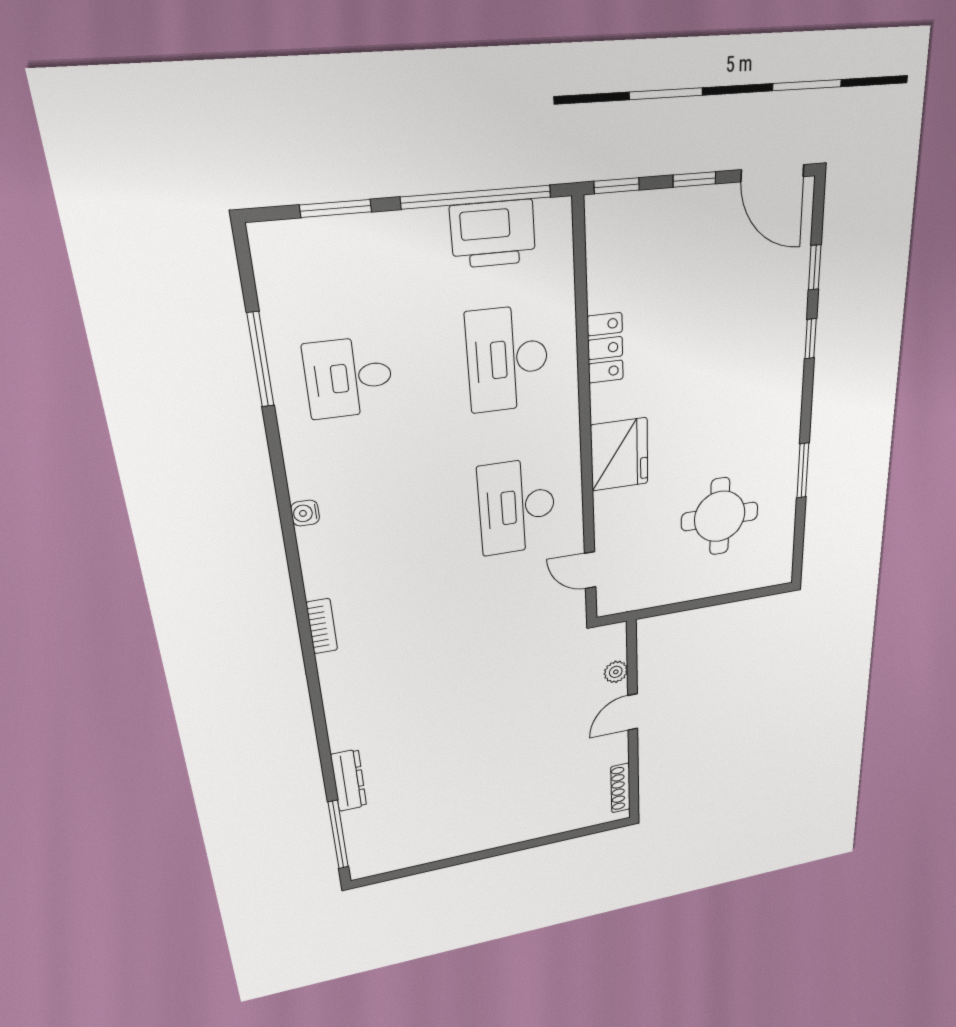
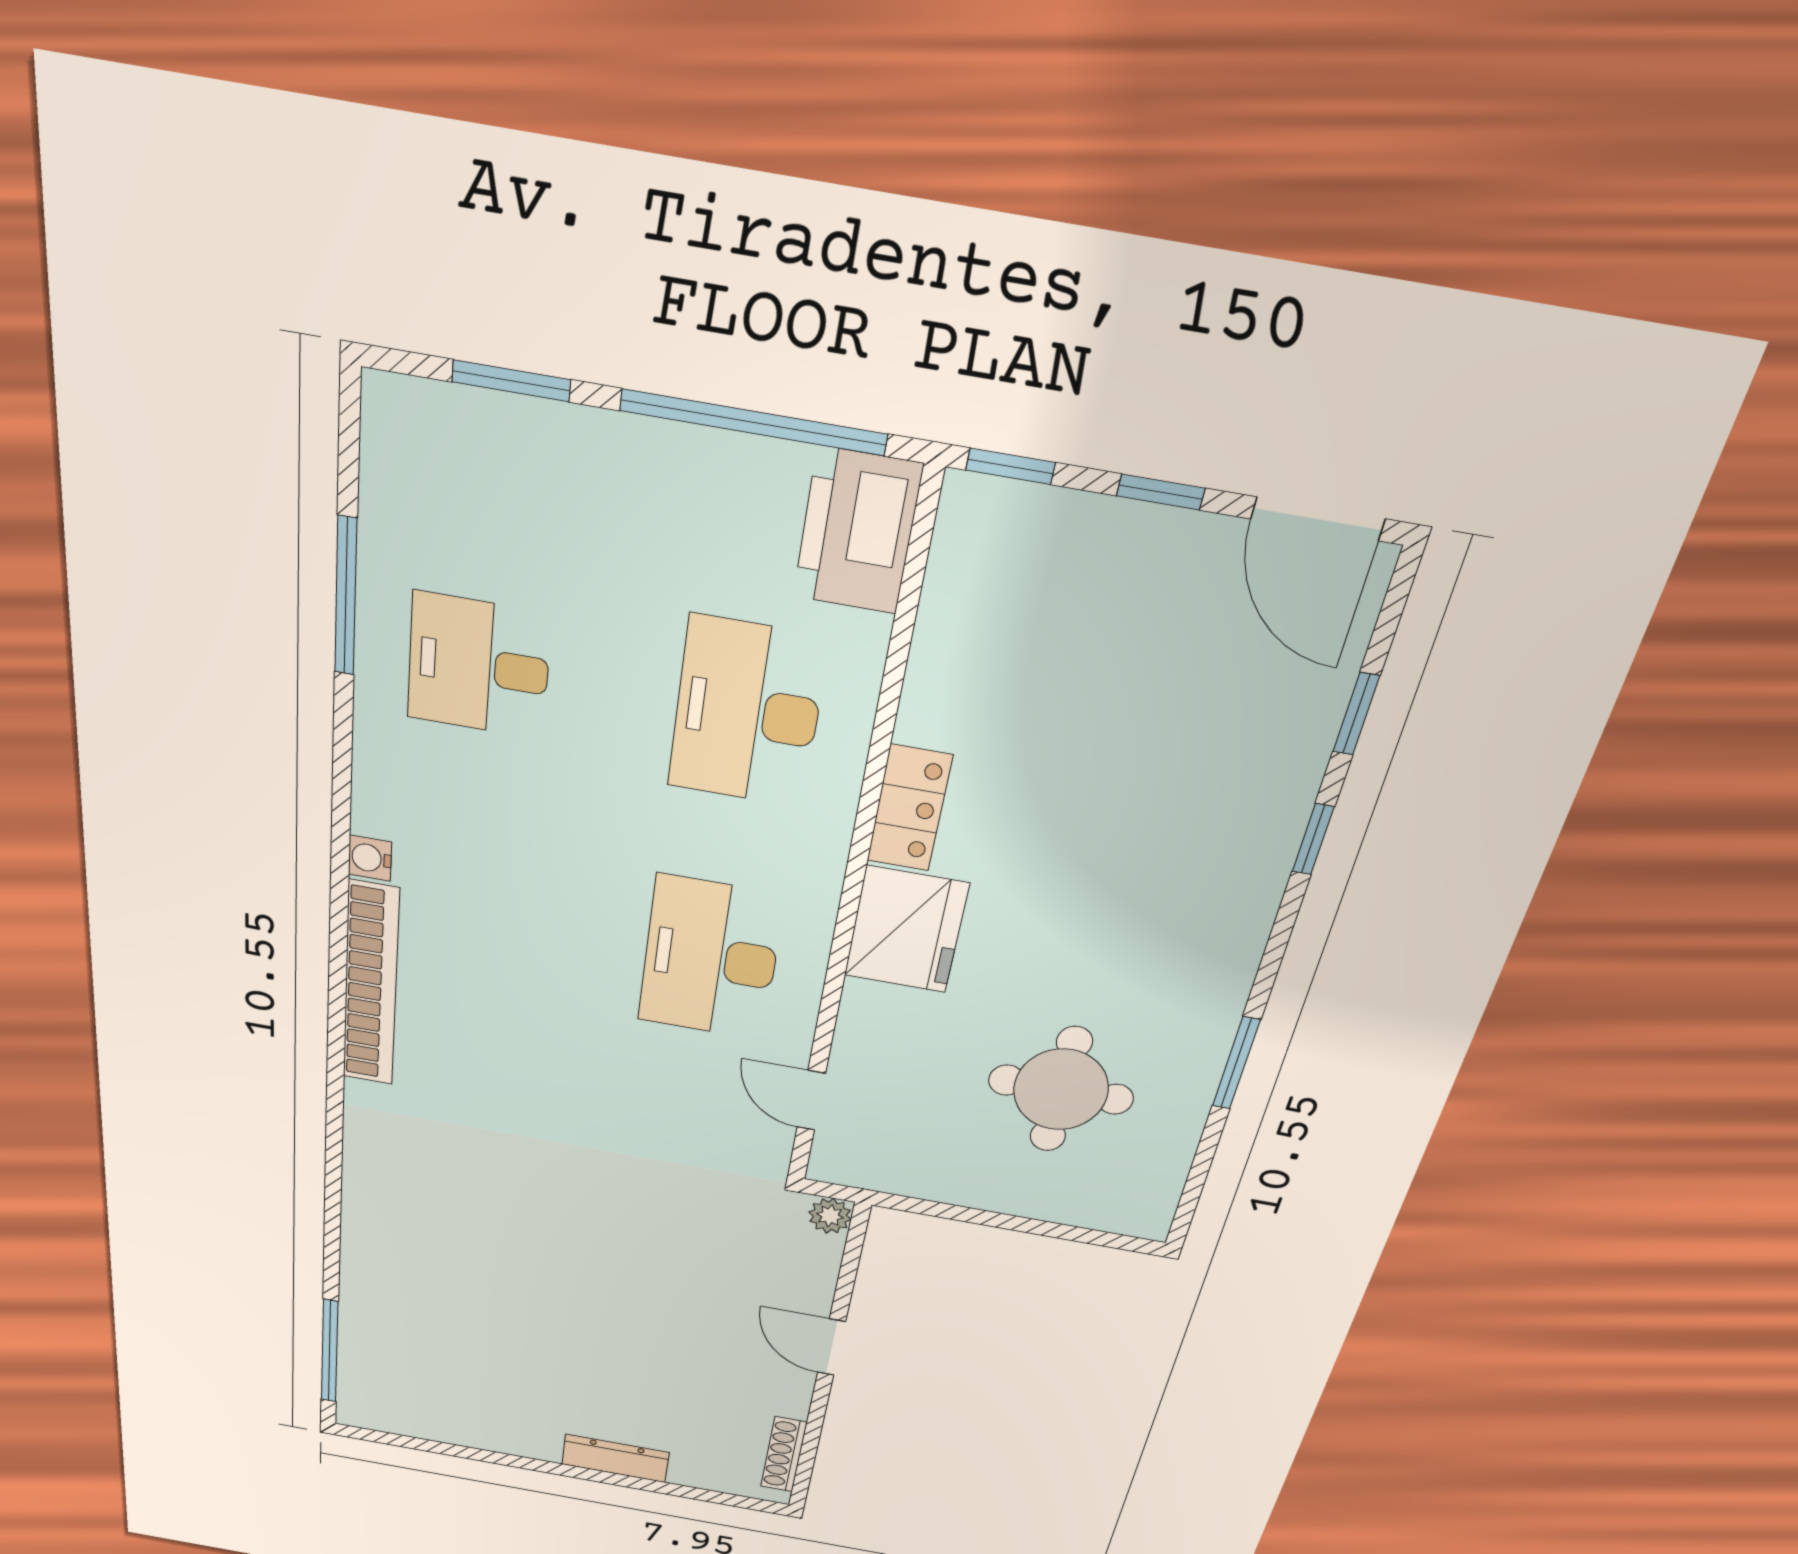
printer: (493, 234) -> (857, 531), moved, turned 90
locker: (605, 348) -> (909, 808), moved
bookcase: (322, 626) -> (371, 985), width x2.31, depth x1.31
plant: (616, 672) -> (830, 1216), moved
door: (633, 712) -> (831, 1347), hinge flipped
dresser: (349, 780) -> (615, 1458), moved, turned -90

